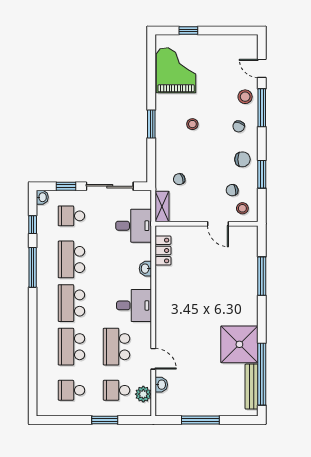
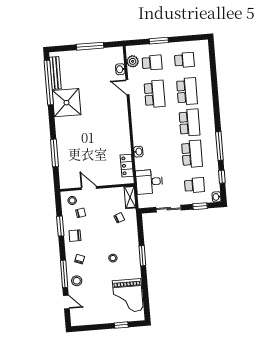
sliding door: (110, 186) -> (169, 209), width x0.73
desk: (134, 305) -> (144, 124), removed

